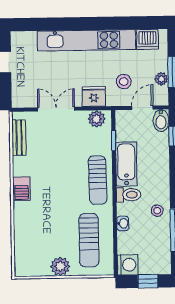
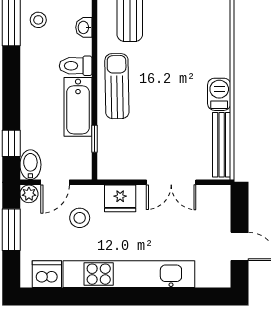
plant: (161, 79) -> (29, 194), moved
plant: (97, 119) -> (117, 168), removed
bench: (19, 138) -> (222, 145), width x1.36
barbecue: (22, 189) -> (219, 94), moved
stool: (157, 211) -> (38, 20), moved

